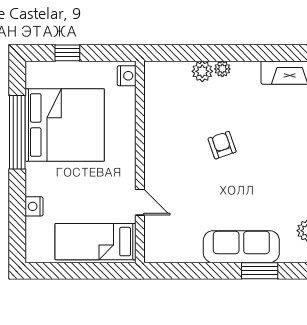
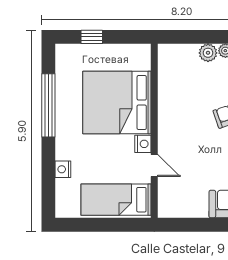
nightstand: (127, 76) -> (143, 144), moved
bed: (65, 125) -> (117, 103), moved, turned 180

